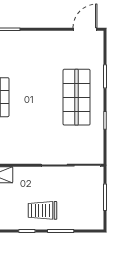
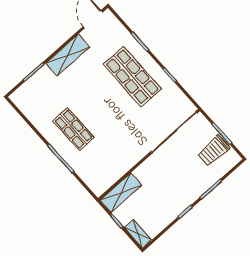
shelving: (43, 39) -> (68, 55), added
trolley: (42, 210) -> (213, 151), moved

